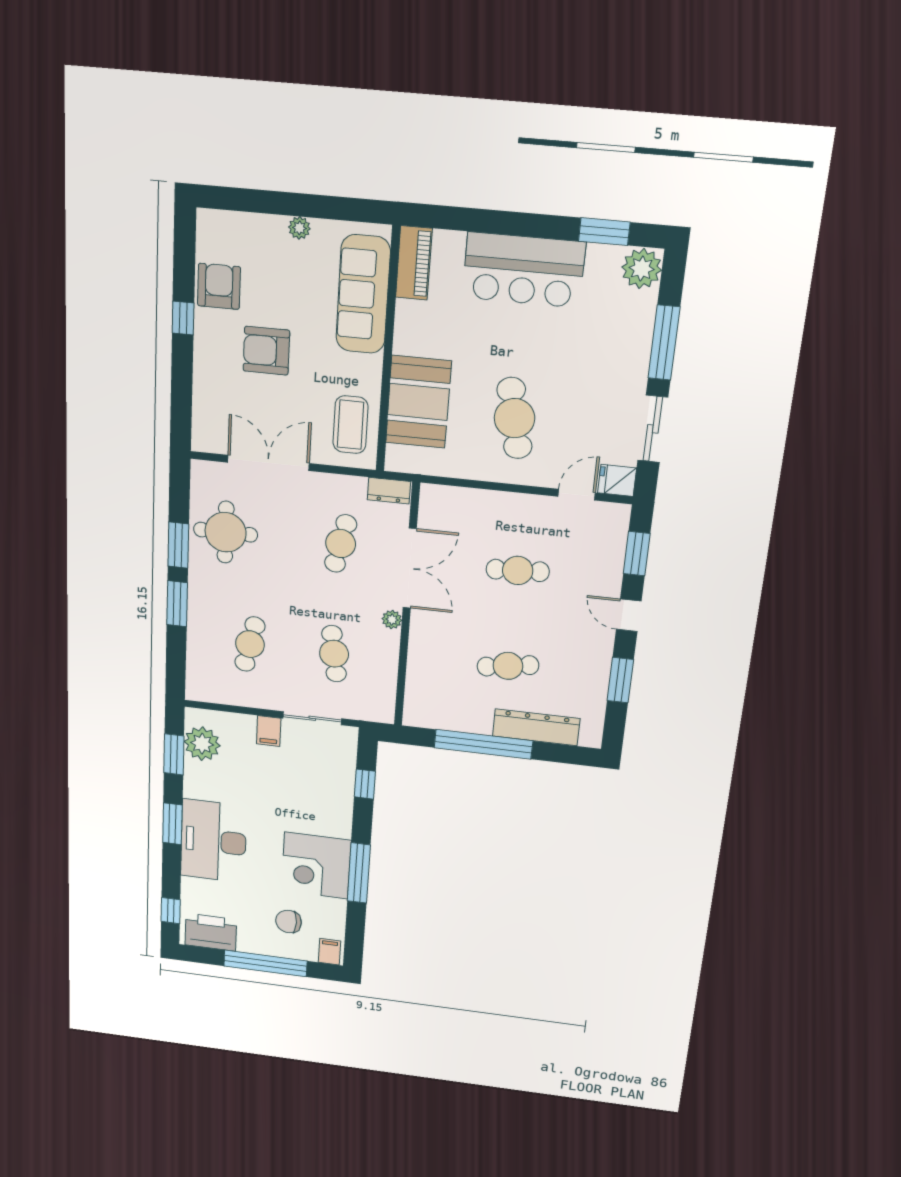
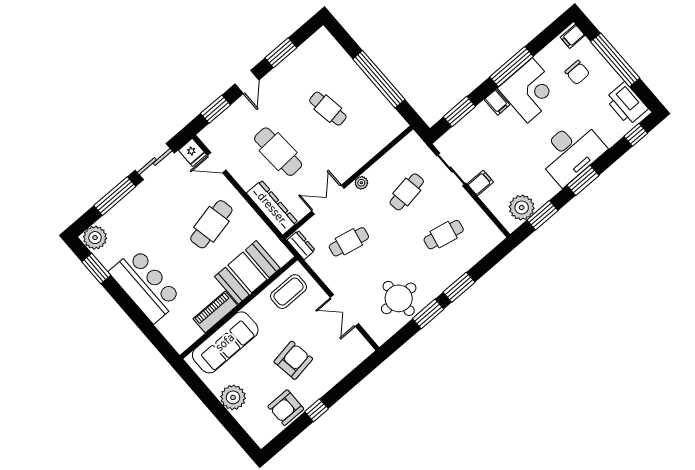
plant: (299, 228) -> (233, 397), width x1.88, depth x1.88
piano: (414, 263) -> (215, 312), moved
armchair: (266, 351) -> (293, 360), turned -99
double door: (268, 463) -> (344, 311), width x0.73
double door: (410, 568) -> (328, 200), width x0.73
cafe table: (518, 570) -> (278, 152), width x1.37, depth x1.35
dresser: (536, 727) -> (272, 208), moved, turned 180
window: (365, 784) -> (459, 112), width x1.50
filing cabinet: (337, 826) -> (497, 102), added

